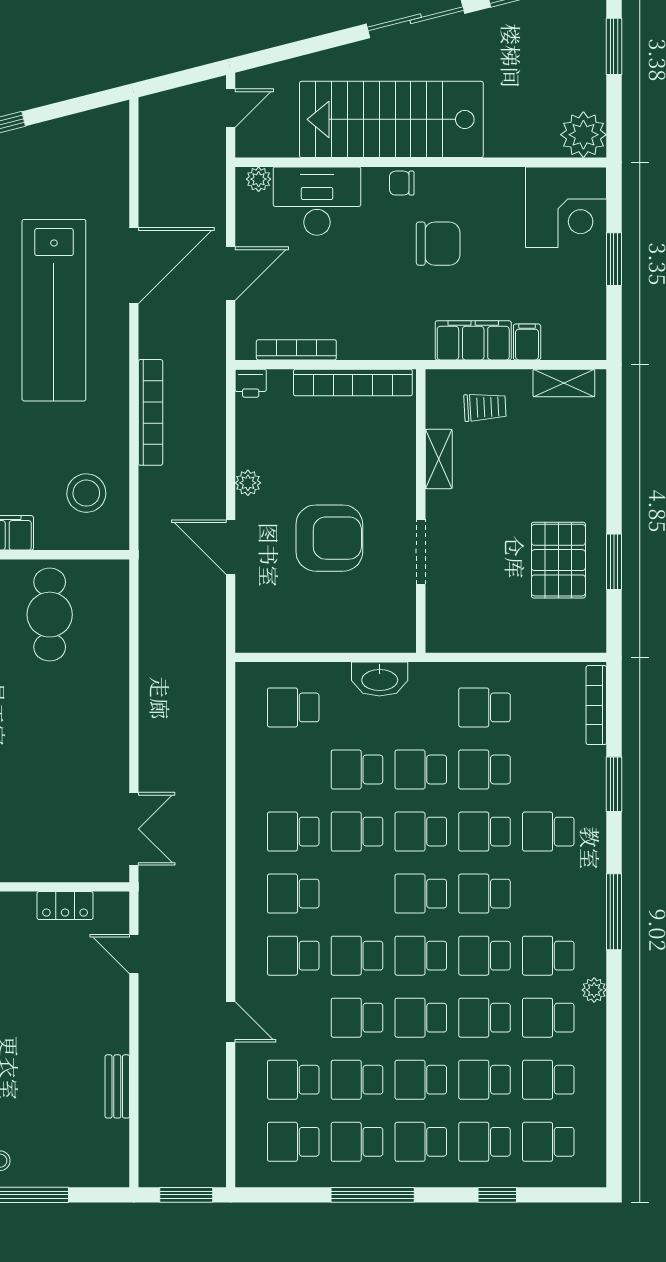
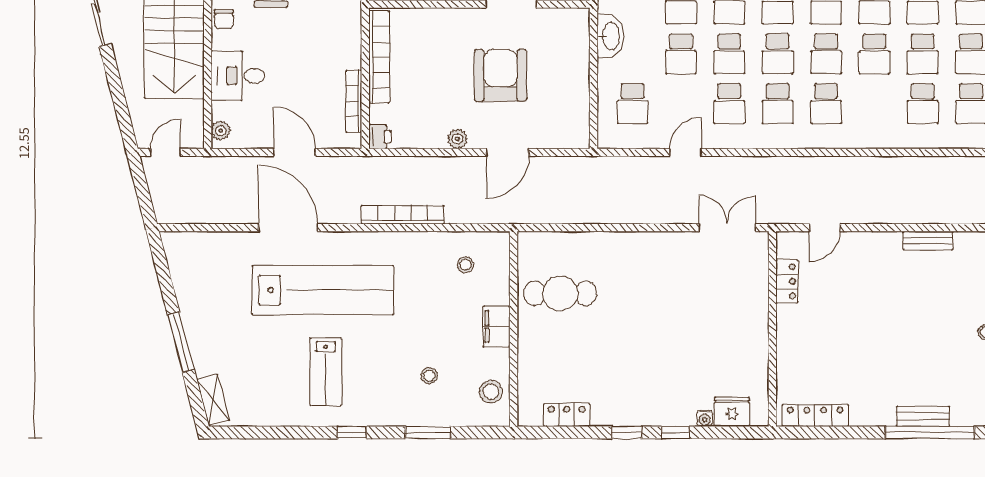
door: (231, 108) -> (165, 152), hinge flipped
desk: (317, 201) -> (238, 76), width x0.73
stool: (86, 493) -> (465, 265), width x0.53, depth x0.53
school desk: (357, 894) -> (778, 54), added
door: (231, 1022) -> (685, 152), moved

